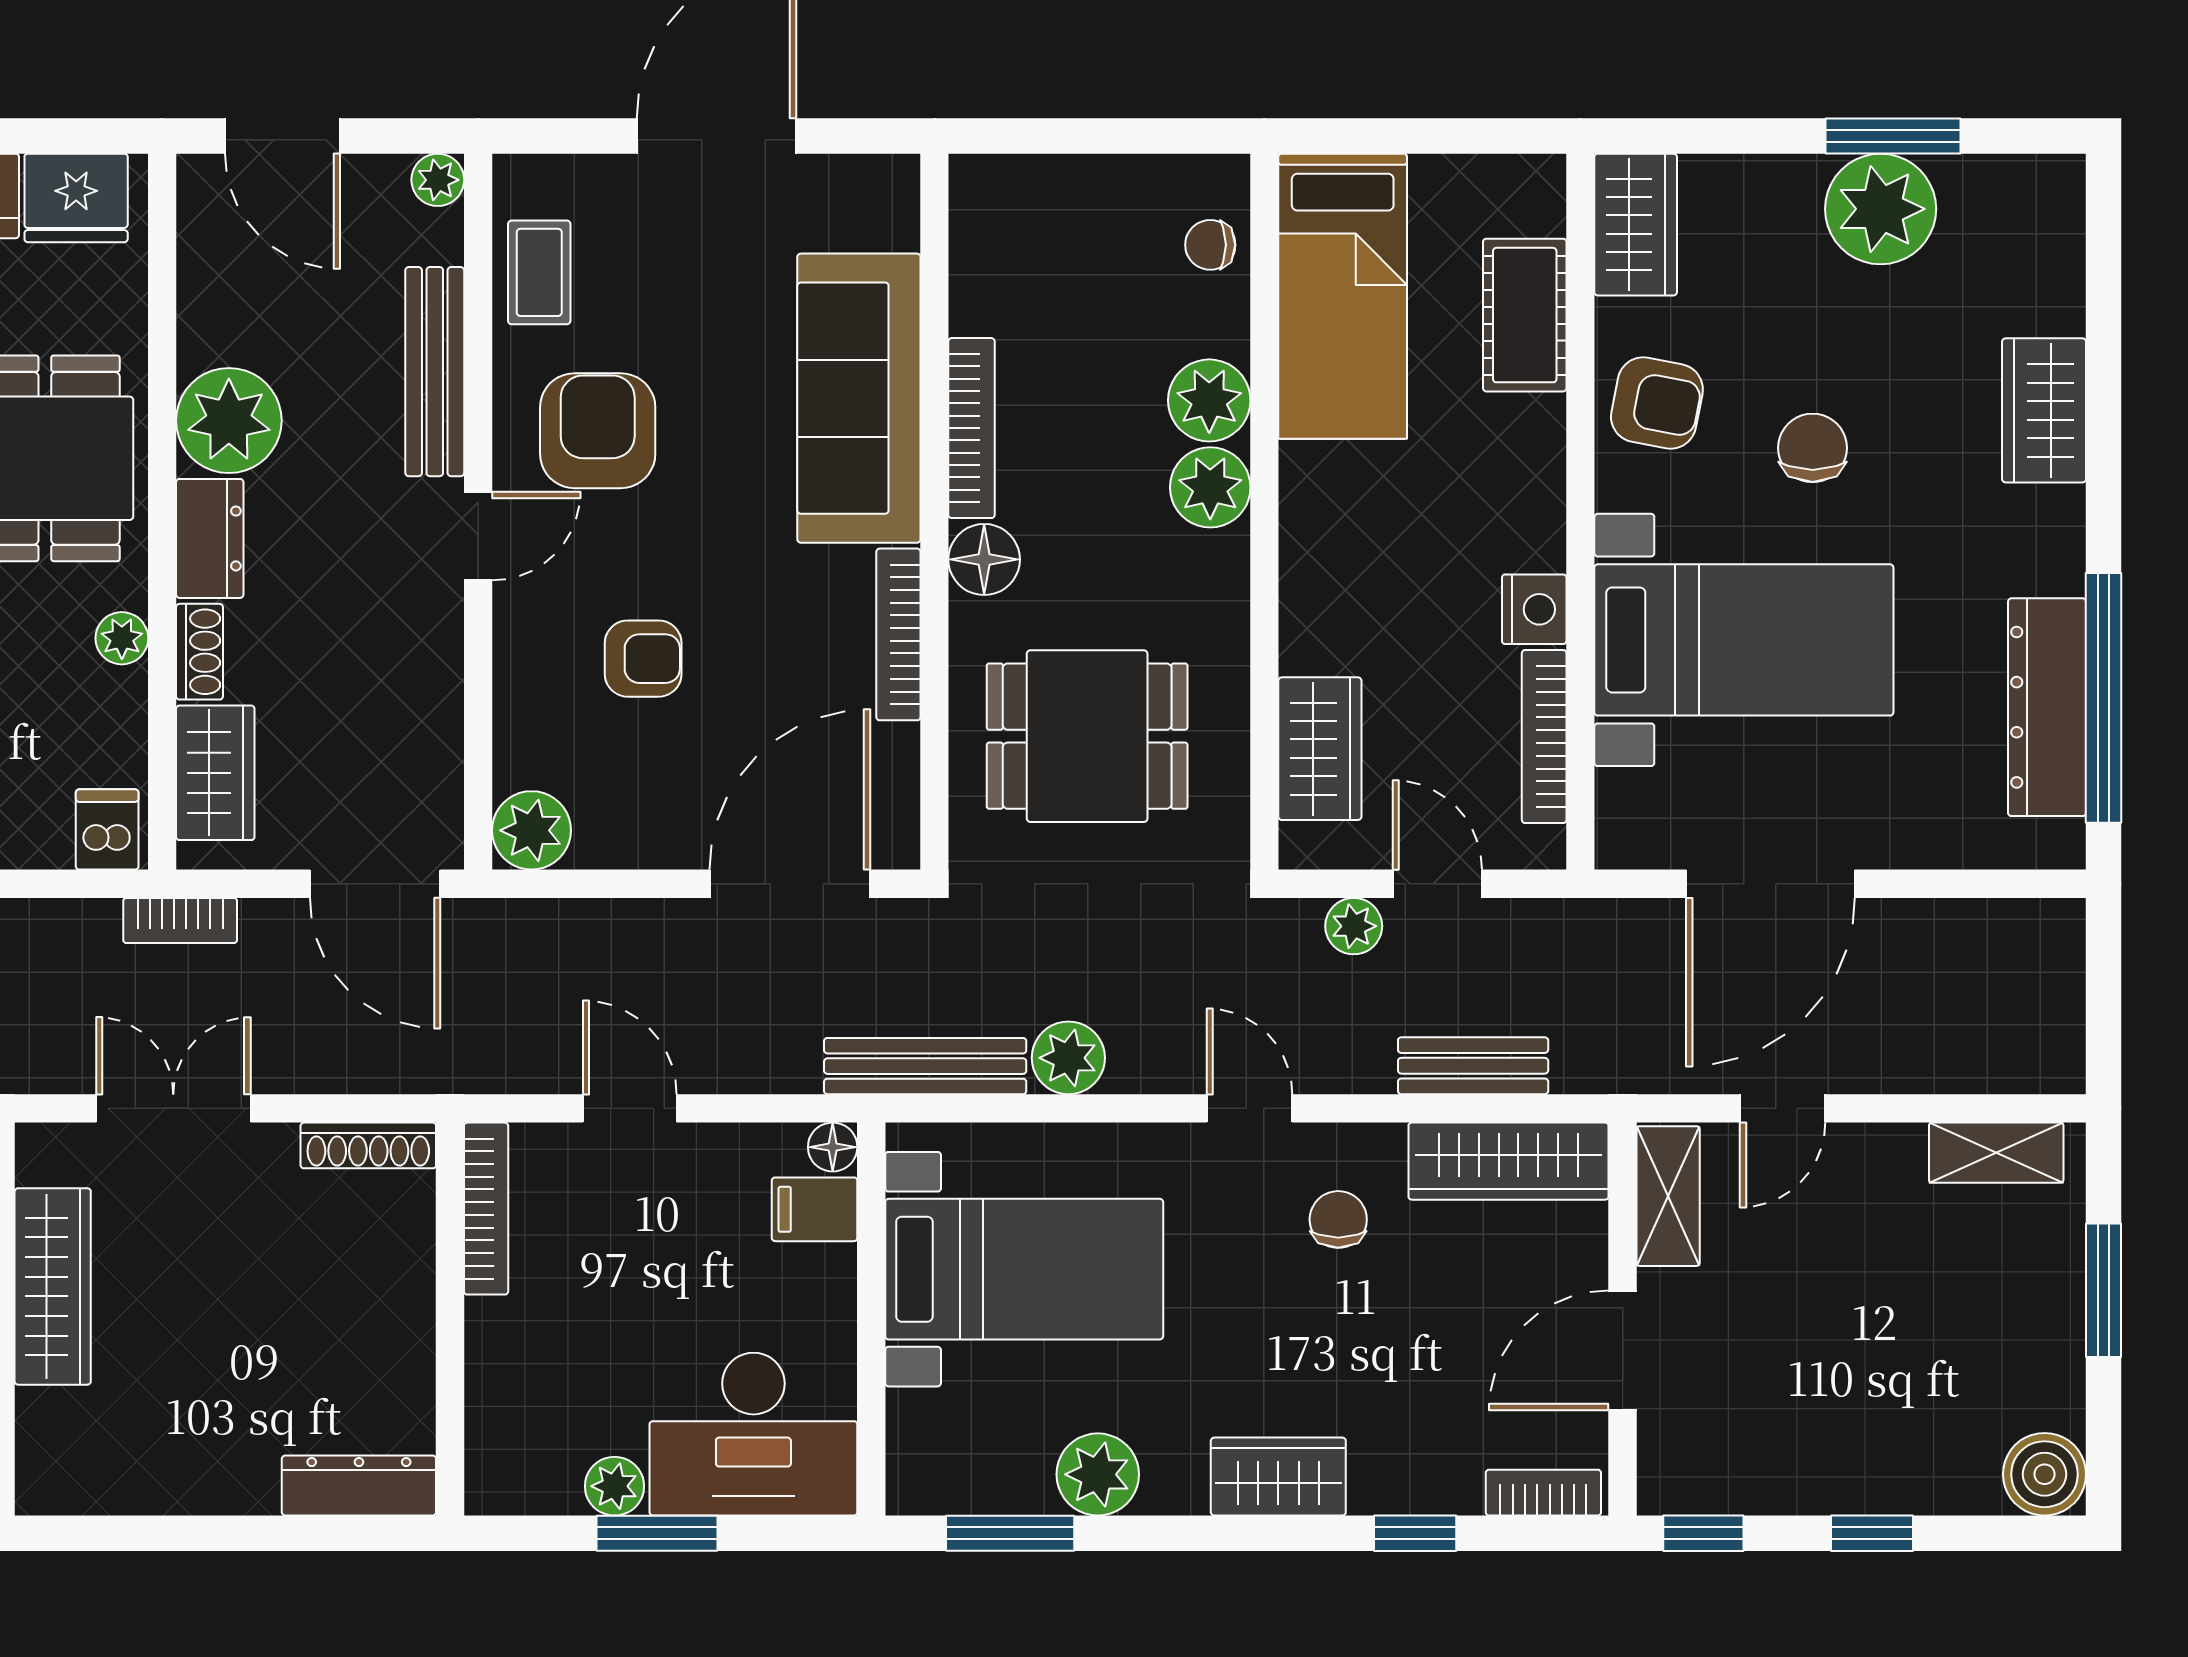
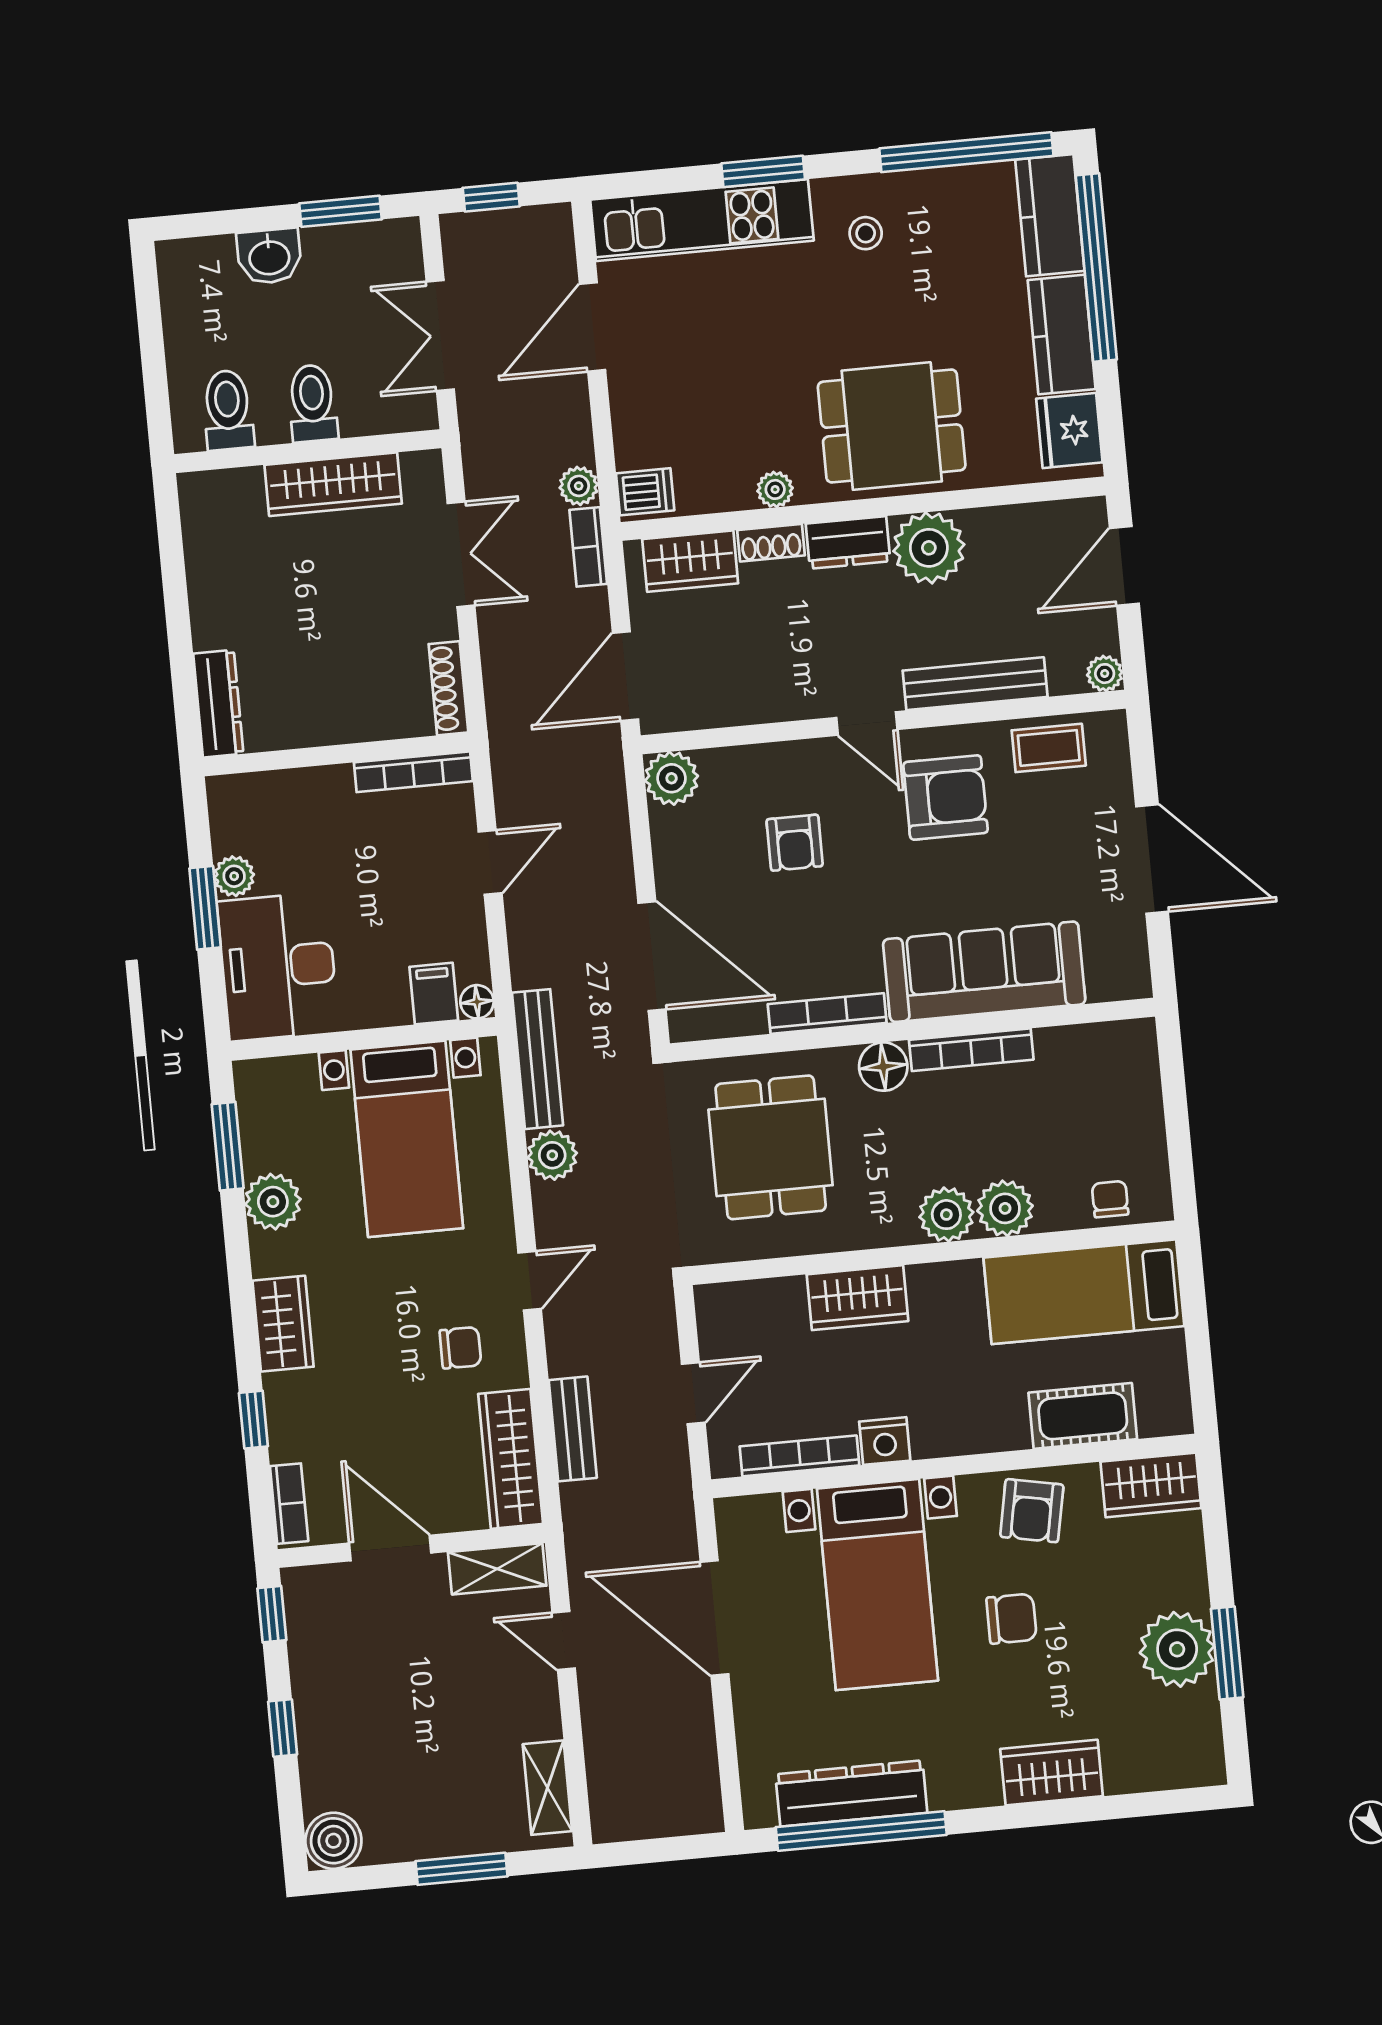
wardrobe: (1320, 749) -> (857, 1298), moved
plant: (1354, 926) -> (579, 486), moved

